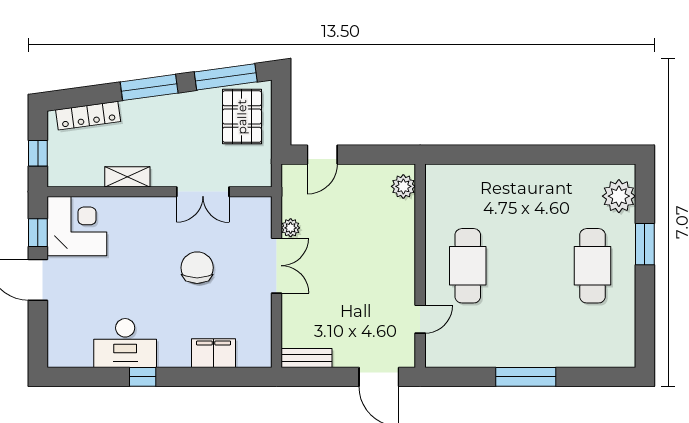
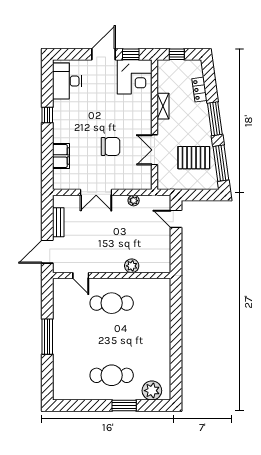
locker: (88, 116) -> (199, 90), width x0.66
pallet: (242, 117) -> (194, 158), moved
plant: (403, 186) -> (132, 266), moved
double door: (277, 266) -> (96, 192), moved
desk: (125, 343) -> (67, 81), moved
bench: (306, 358) -> (58, 222), moved

